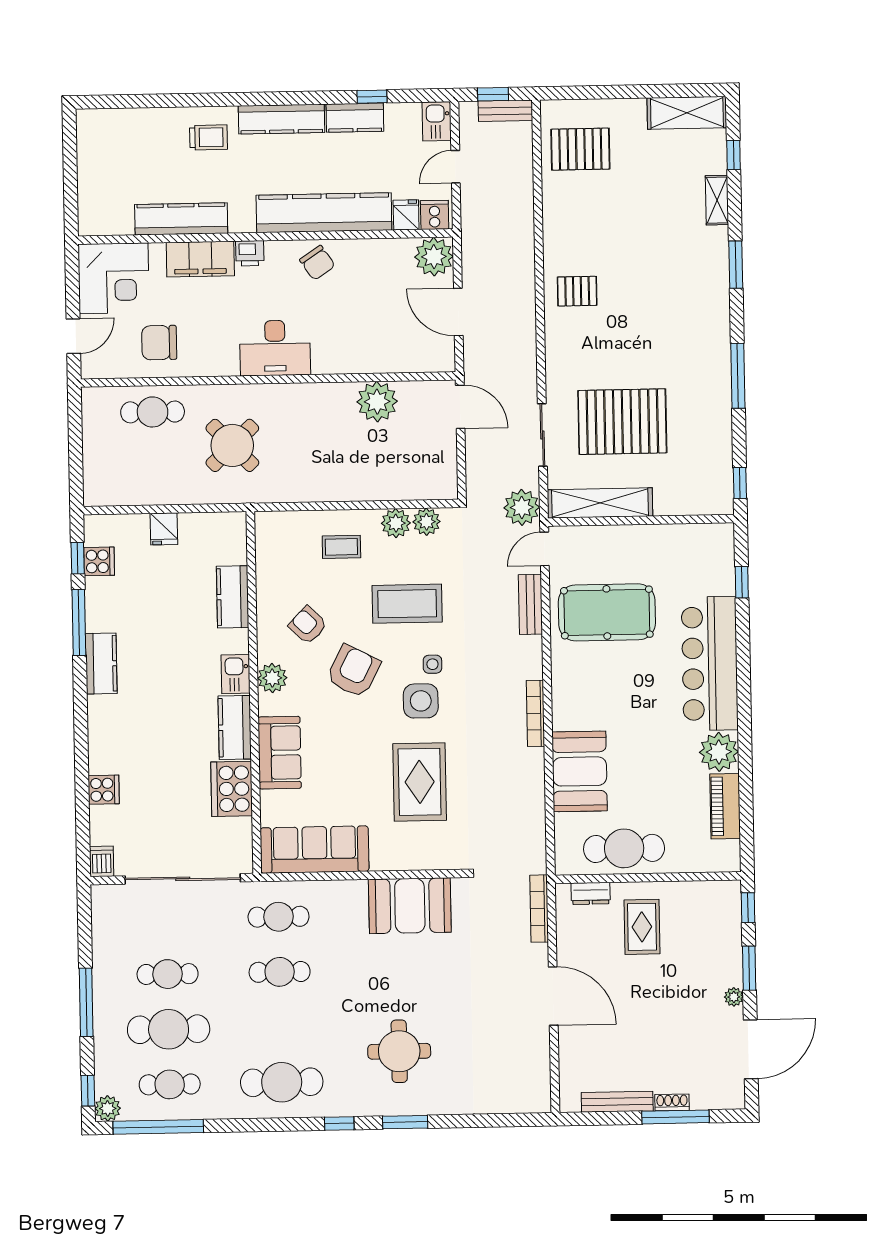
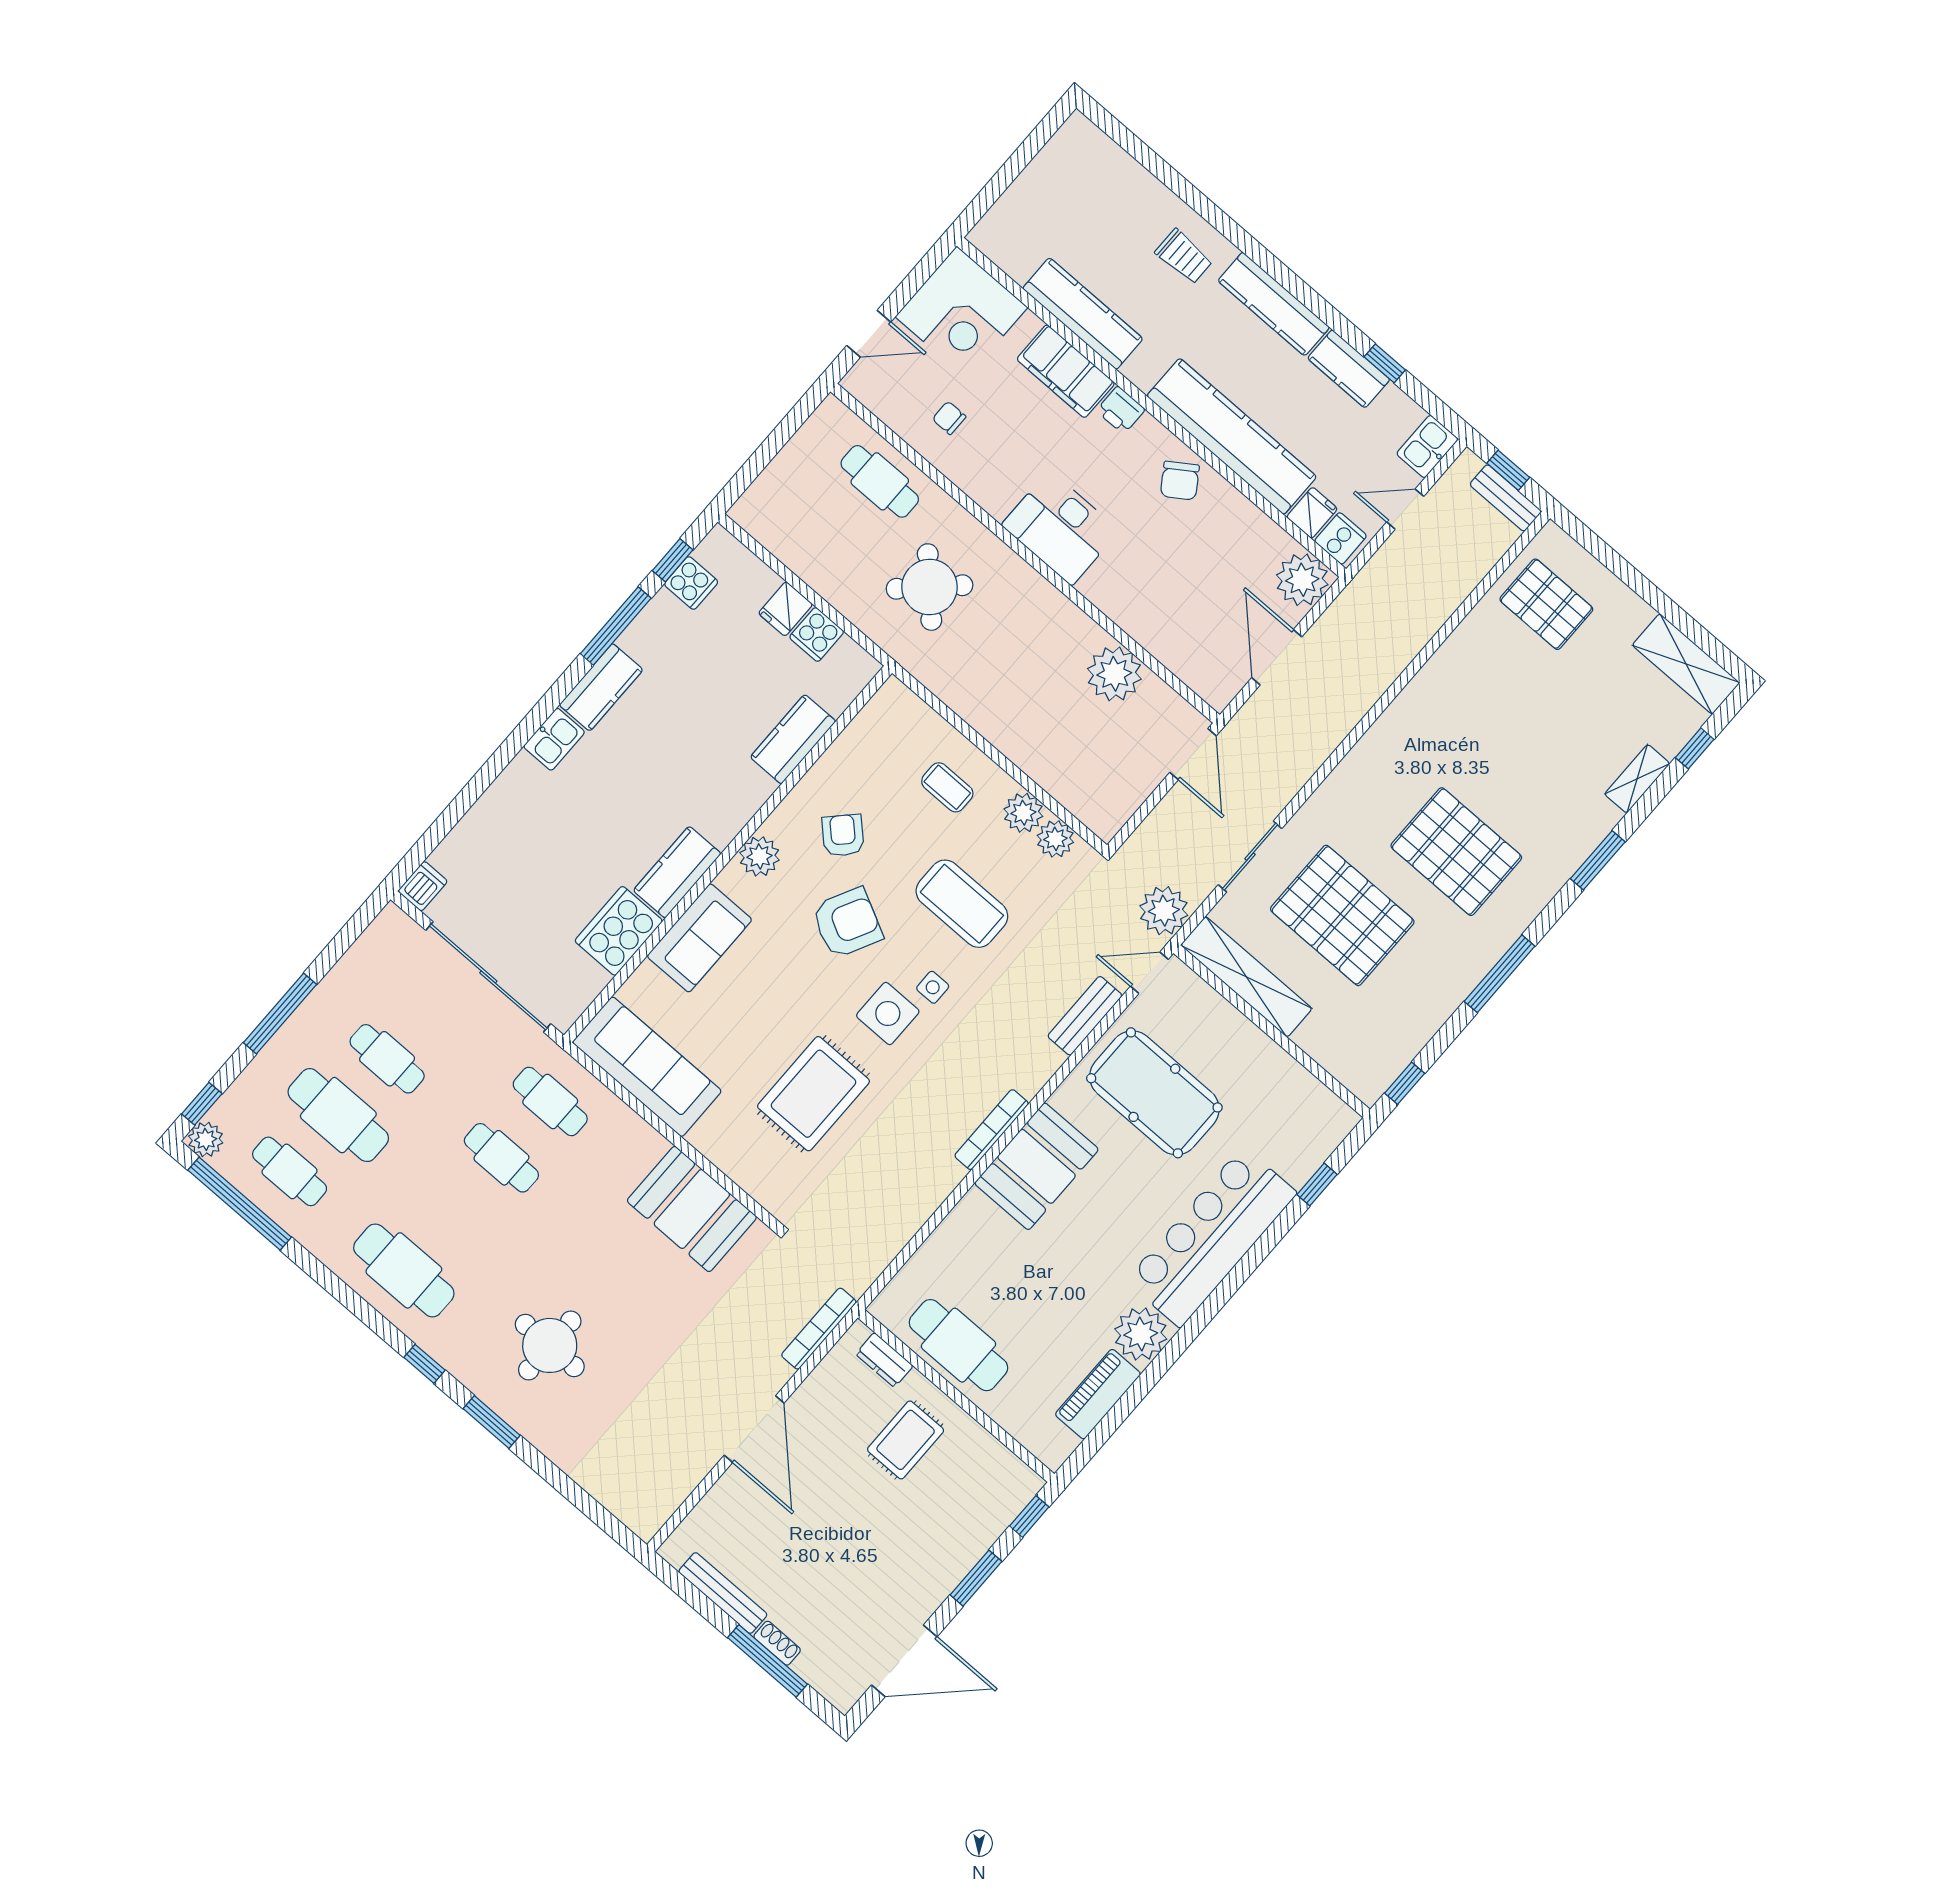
pallet: (577, 291) -> (1456, 852), moved, width x2.05, depth x2.00
chair: (159, 343) -> (949, 418), width x0.54, depth x0.54
kitchen sink: (236, 674) -> (554, 739), moved, turned 180
booth: (580, 771) -> (1037, 1166), moved
cooker: (104, 790) -> (817, 634), moved, turned 90
plant: (734, 997) -> (934, 1593), removed

